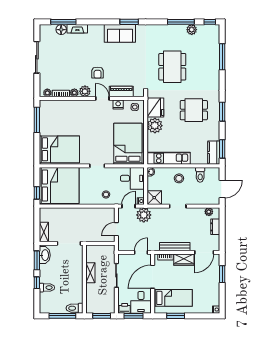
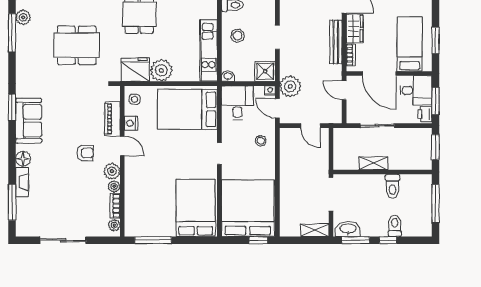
floor lamp: (61, 30) -> (23, 159), moved
door: (102, 98) -> (122, 146), swing flipped
toilet: (74, 308) -> (392, 186), moved

